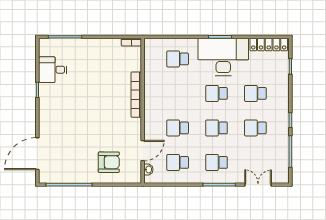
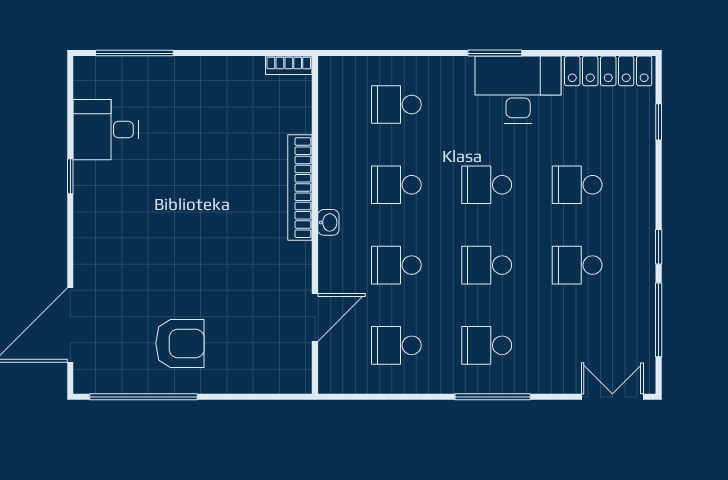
desk: (223, 57) -> (518, 90), width x0.73, depth x0.77
school desk: (178, 93) -> (396, 185), added
armchair: (109, 162) -> (180, 343), moved
washbasin: (148, 169) -> (328, 222), moved
double door: (258, 185) -> (612, 397), moved

